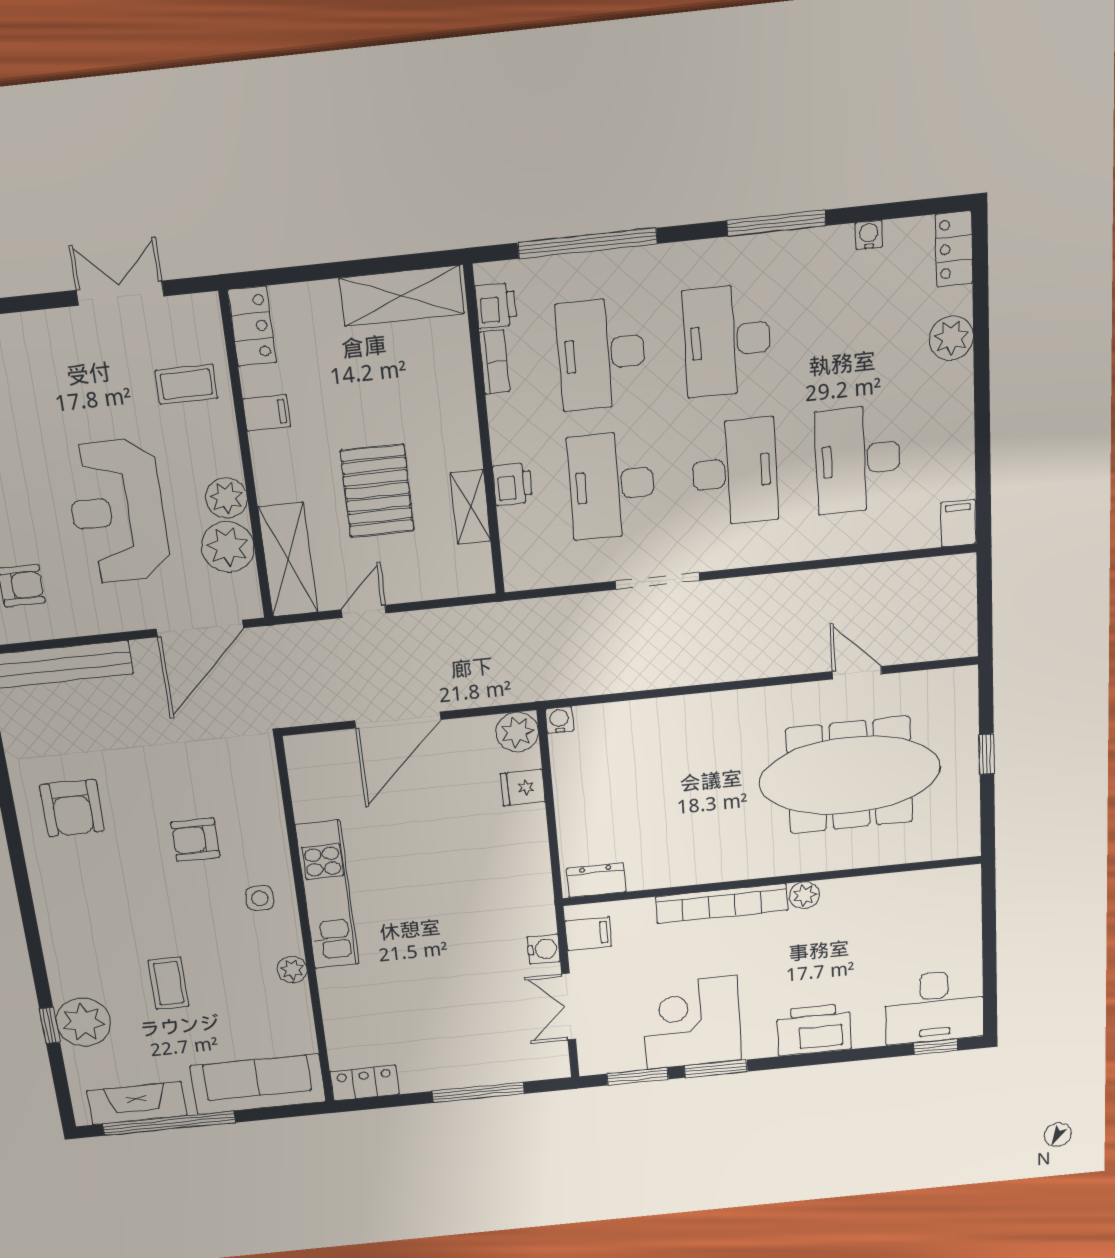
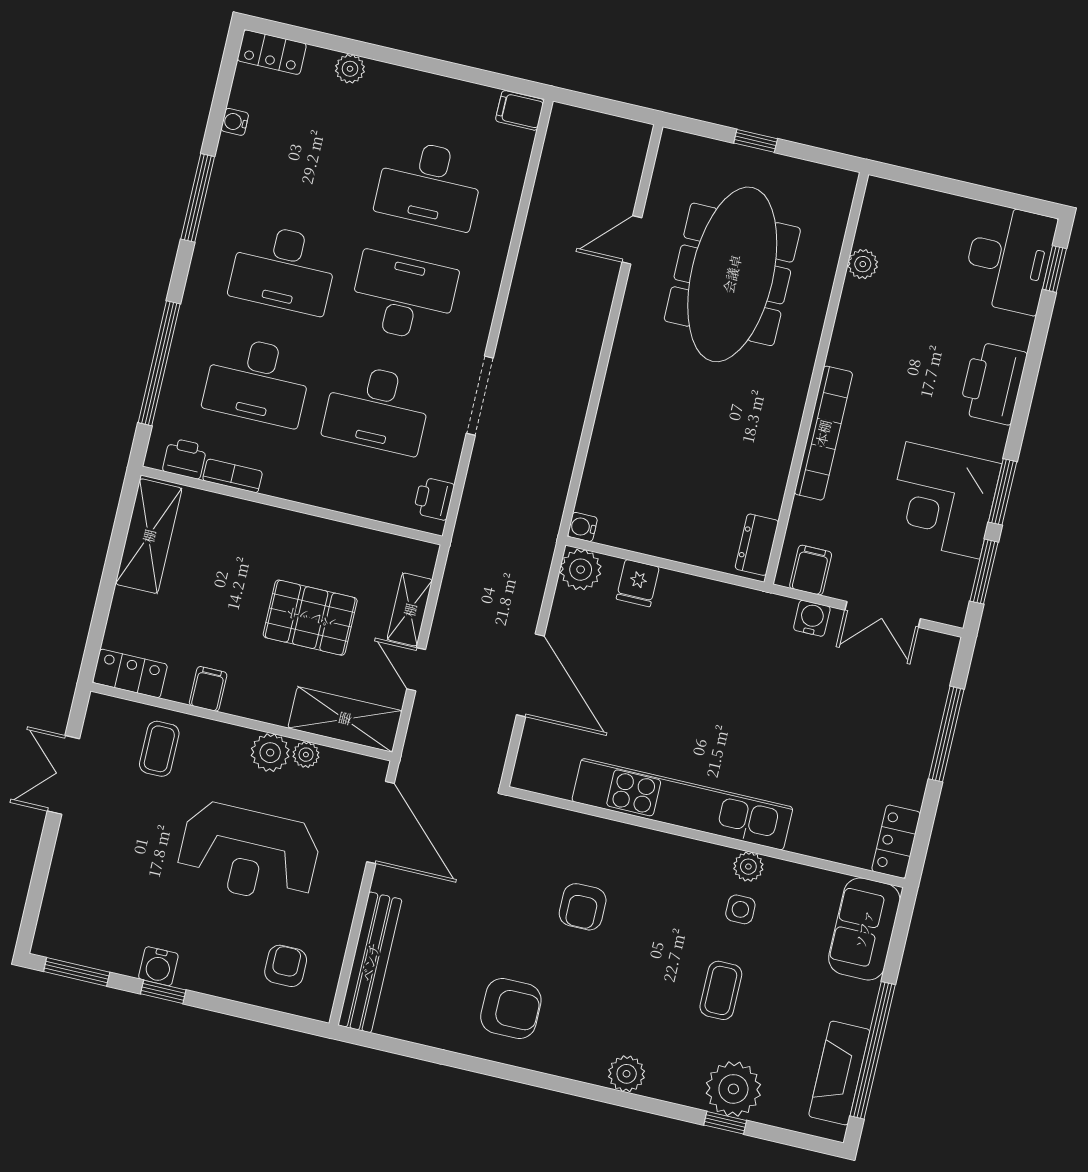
plant: (951, 338) -> (350, 69), width x0.73, depth x0.73
printer: (513, 484) -> (434, 499), moved, turned -90
shelving: (470, 507) -> (410, 610), moved, turned 90
plant: (228, 547) -> (306, 755), width x0.53, depth x0.53
kitchen unit: (327, 895) -> (682, 804), width x1.36
plant: (805, 895) -> (863, 264), moved
side table: (260, 898) -> (740, 909), moved
plant: (56, 929) -> (627, 1074), added
coffee table: (169, 983) -> (721, 990), turned 90
sofa: (258, 1084) -> (864, 929), width x0.73

